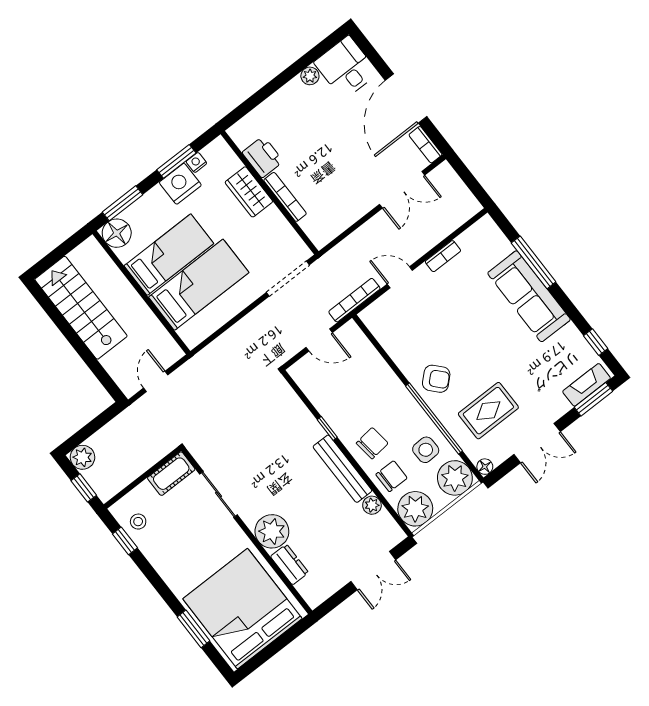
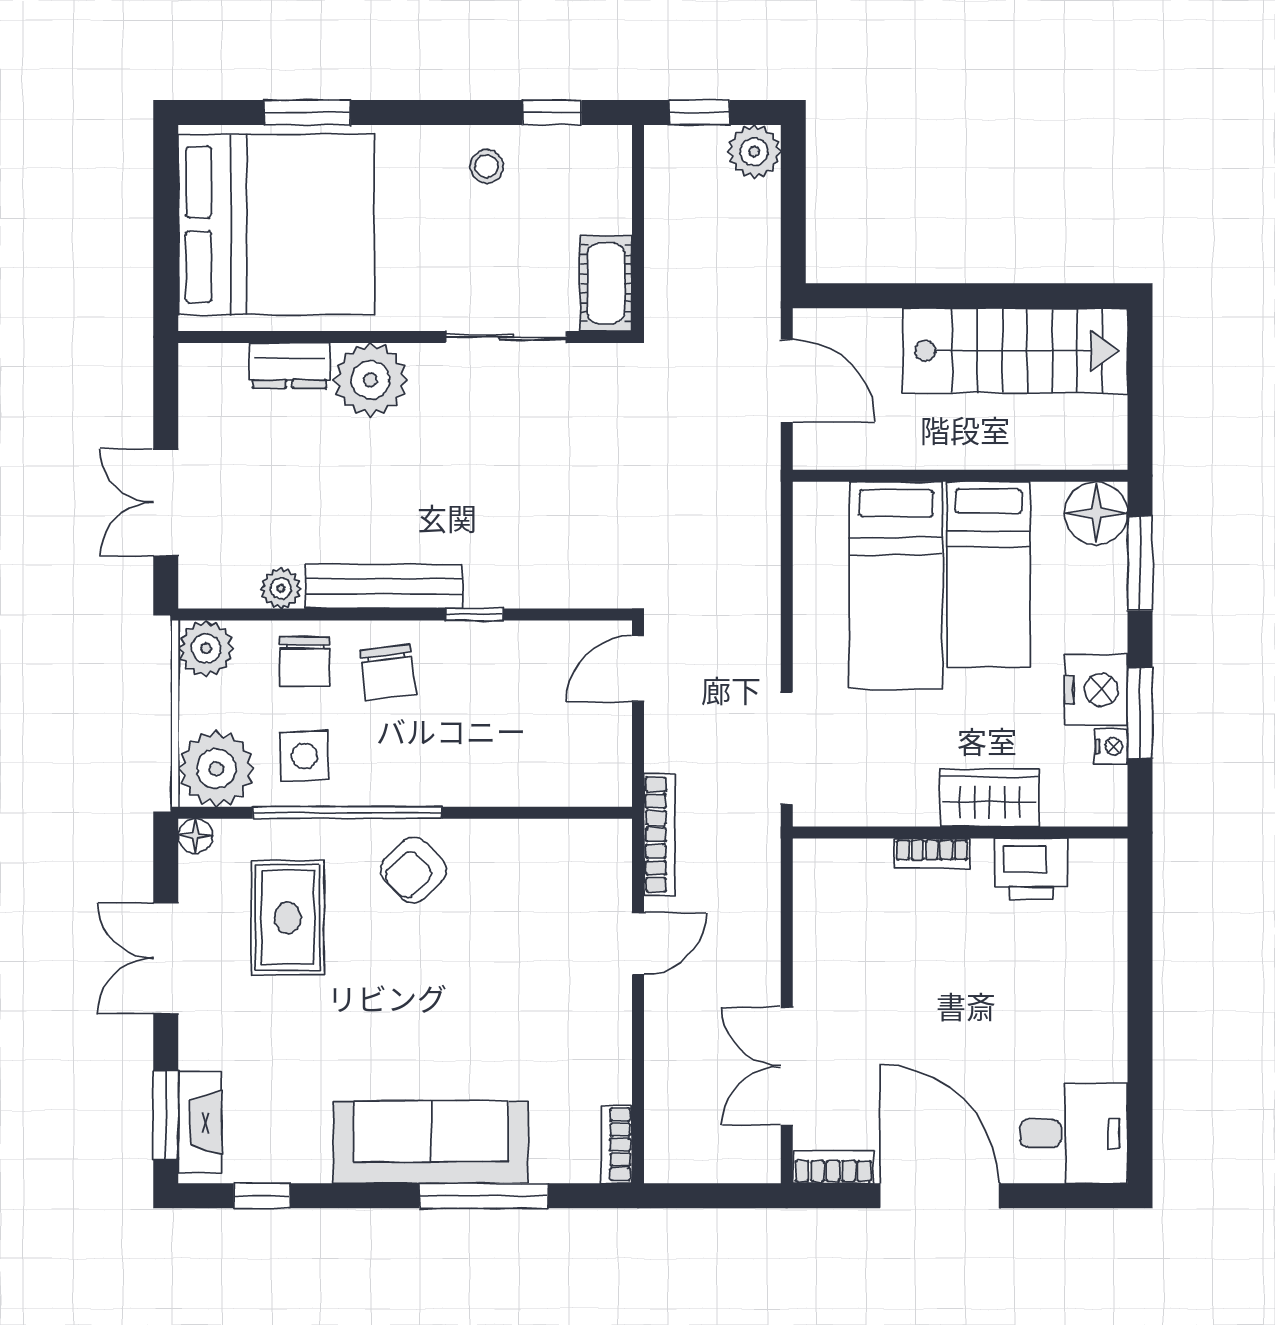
plant: (310, 76) -> (1108, 1060), removed
bookcase: (285, 197) -> (932, 854), width x0.64
bookcase: (443, 256) -> (617, 1145), moved
door: (319, 340) -> (638, 669), moved
door: (156, 381) -> (787, 381), width x1.38
plant: (415, 509) -> (206, 648), width x0.73, depth x0.73
stool: (138, 522) -> (487, 166), moved

